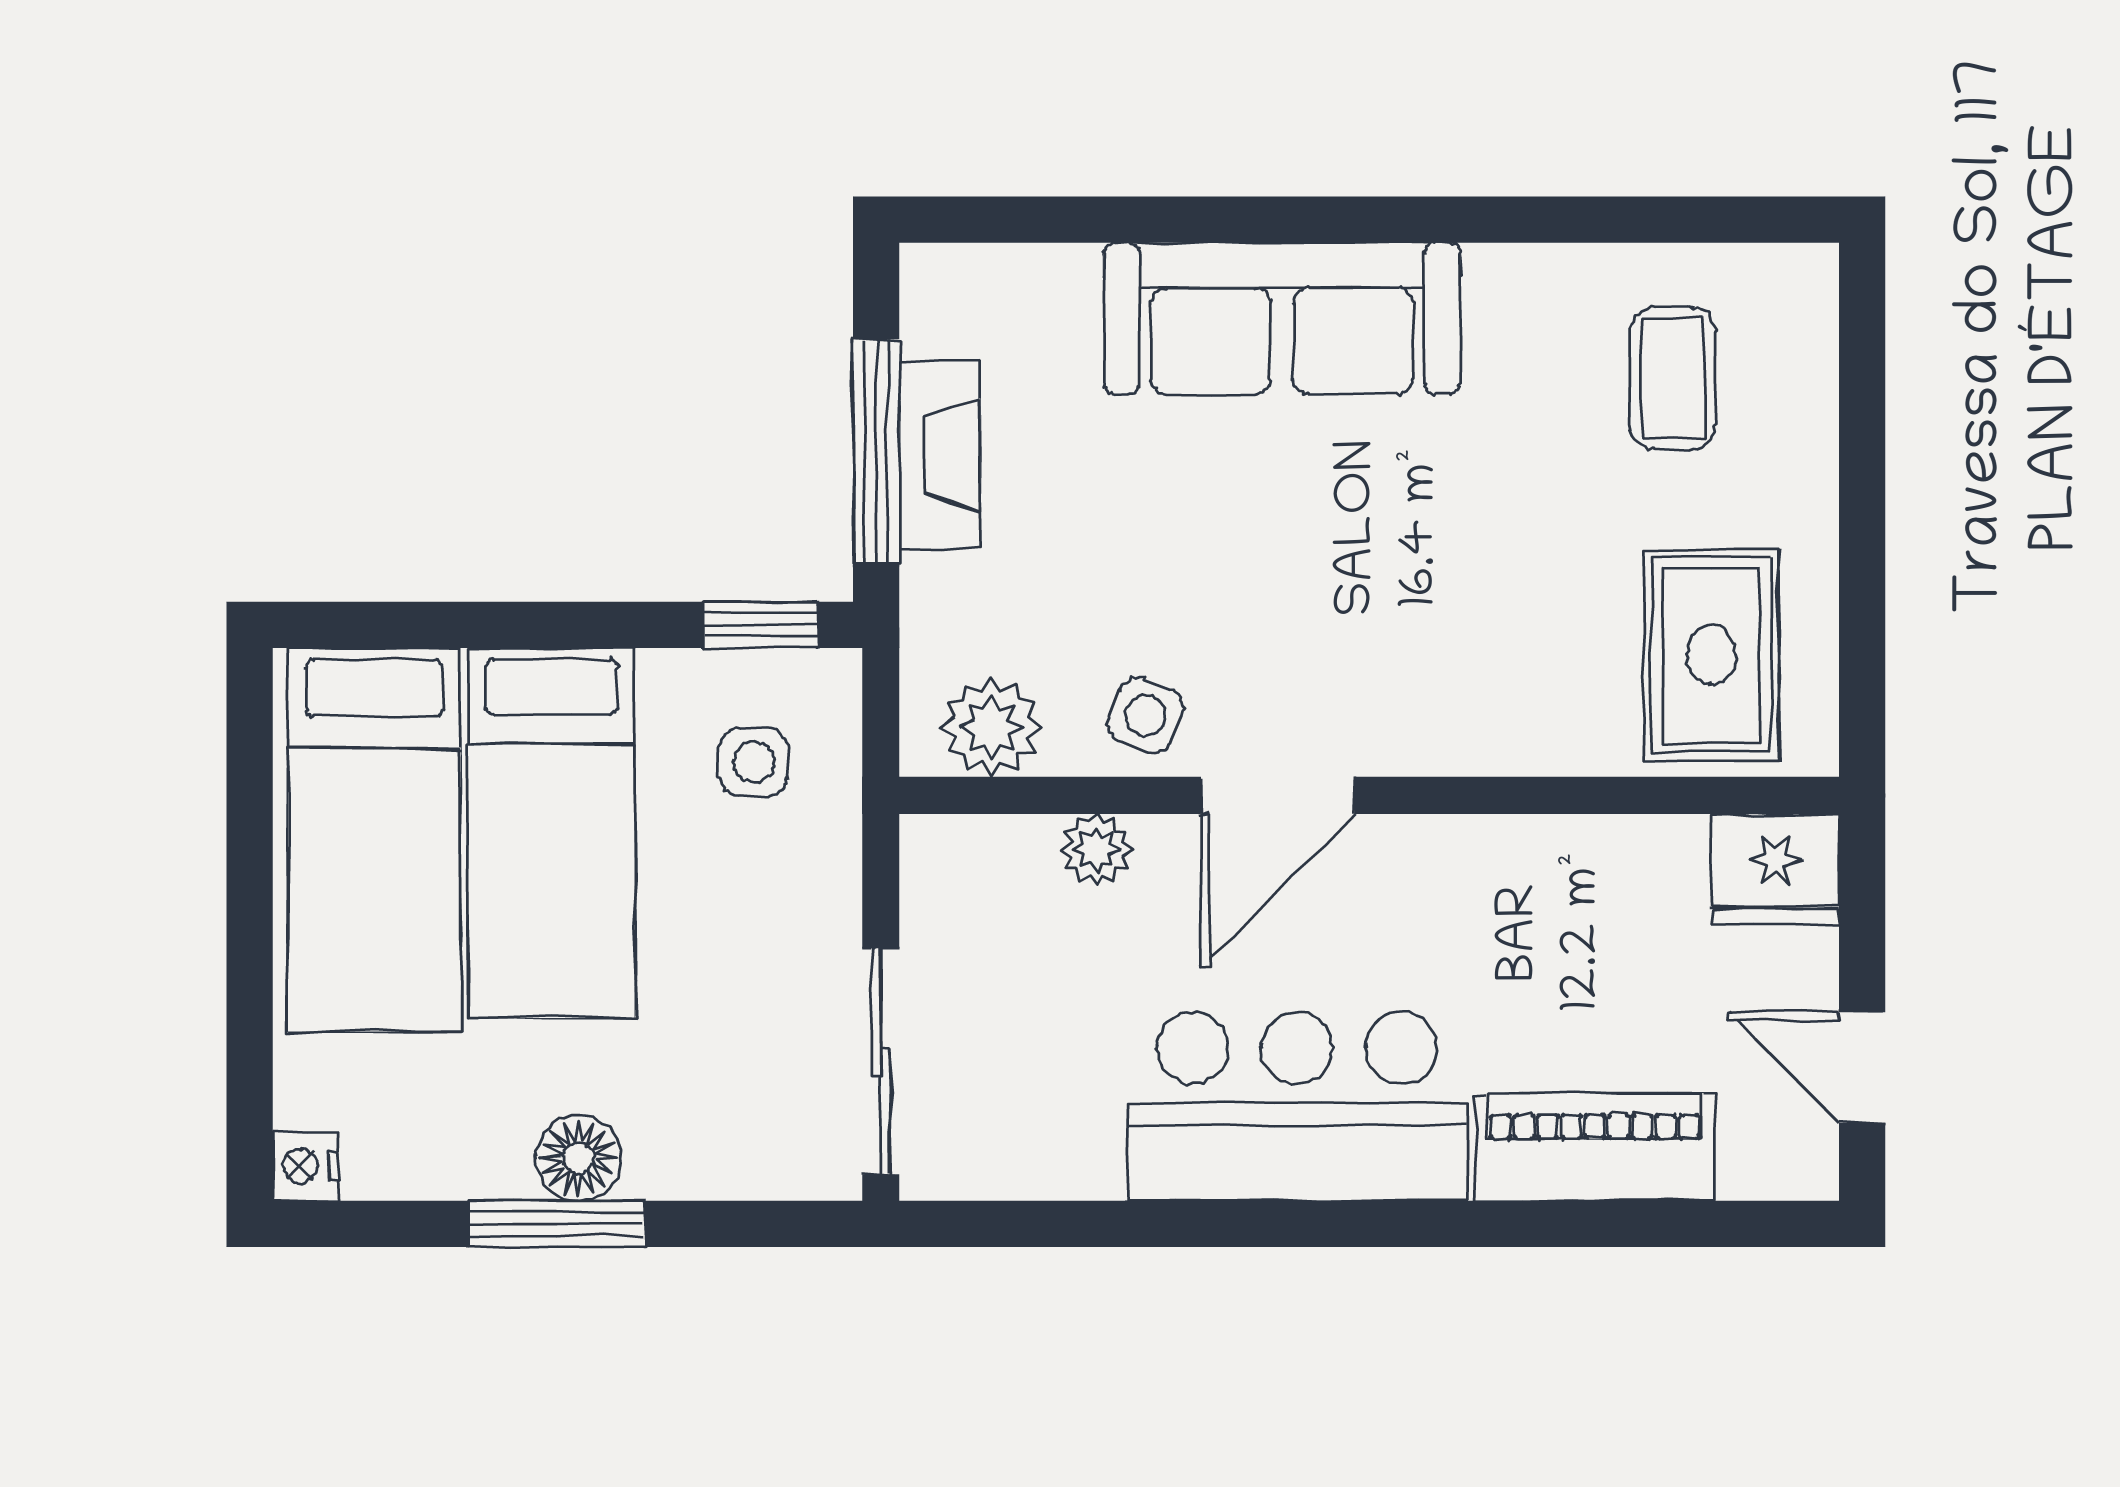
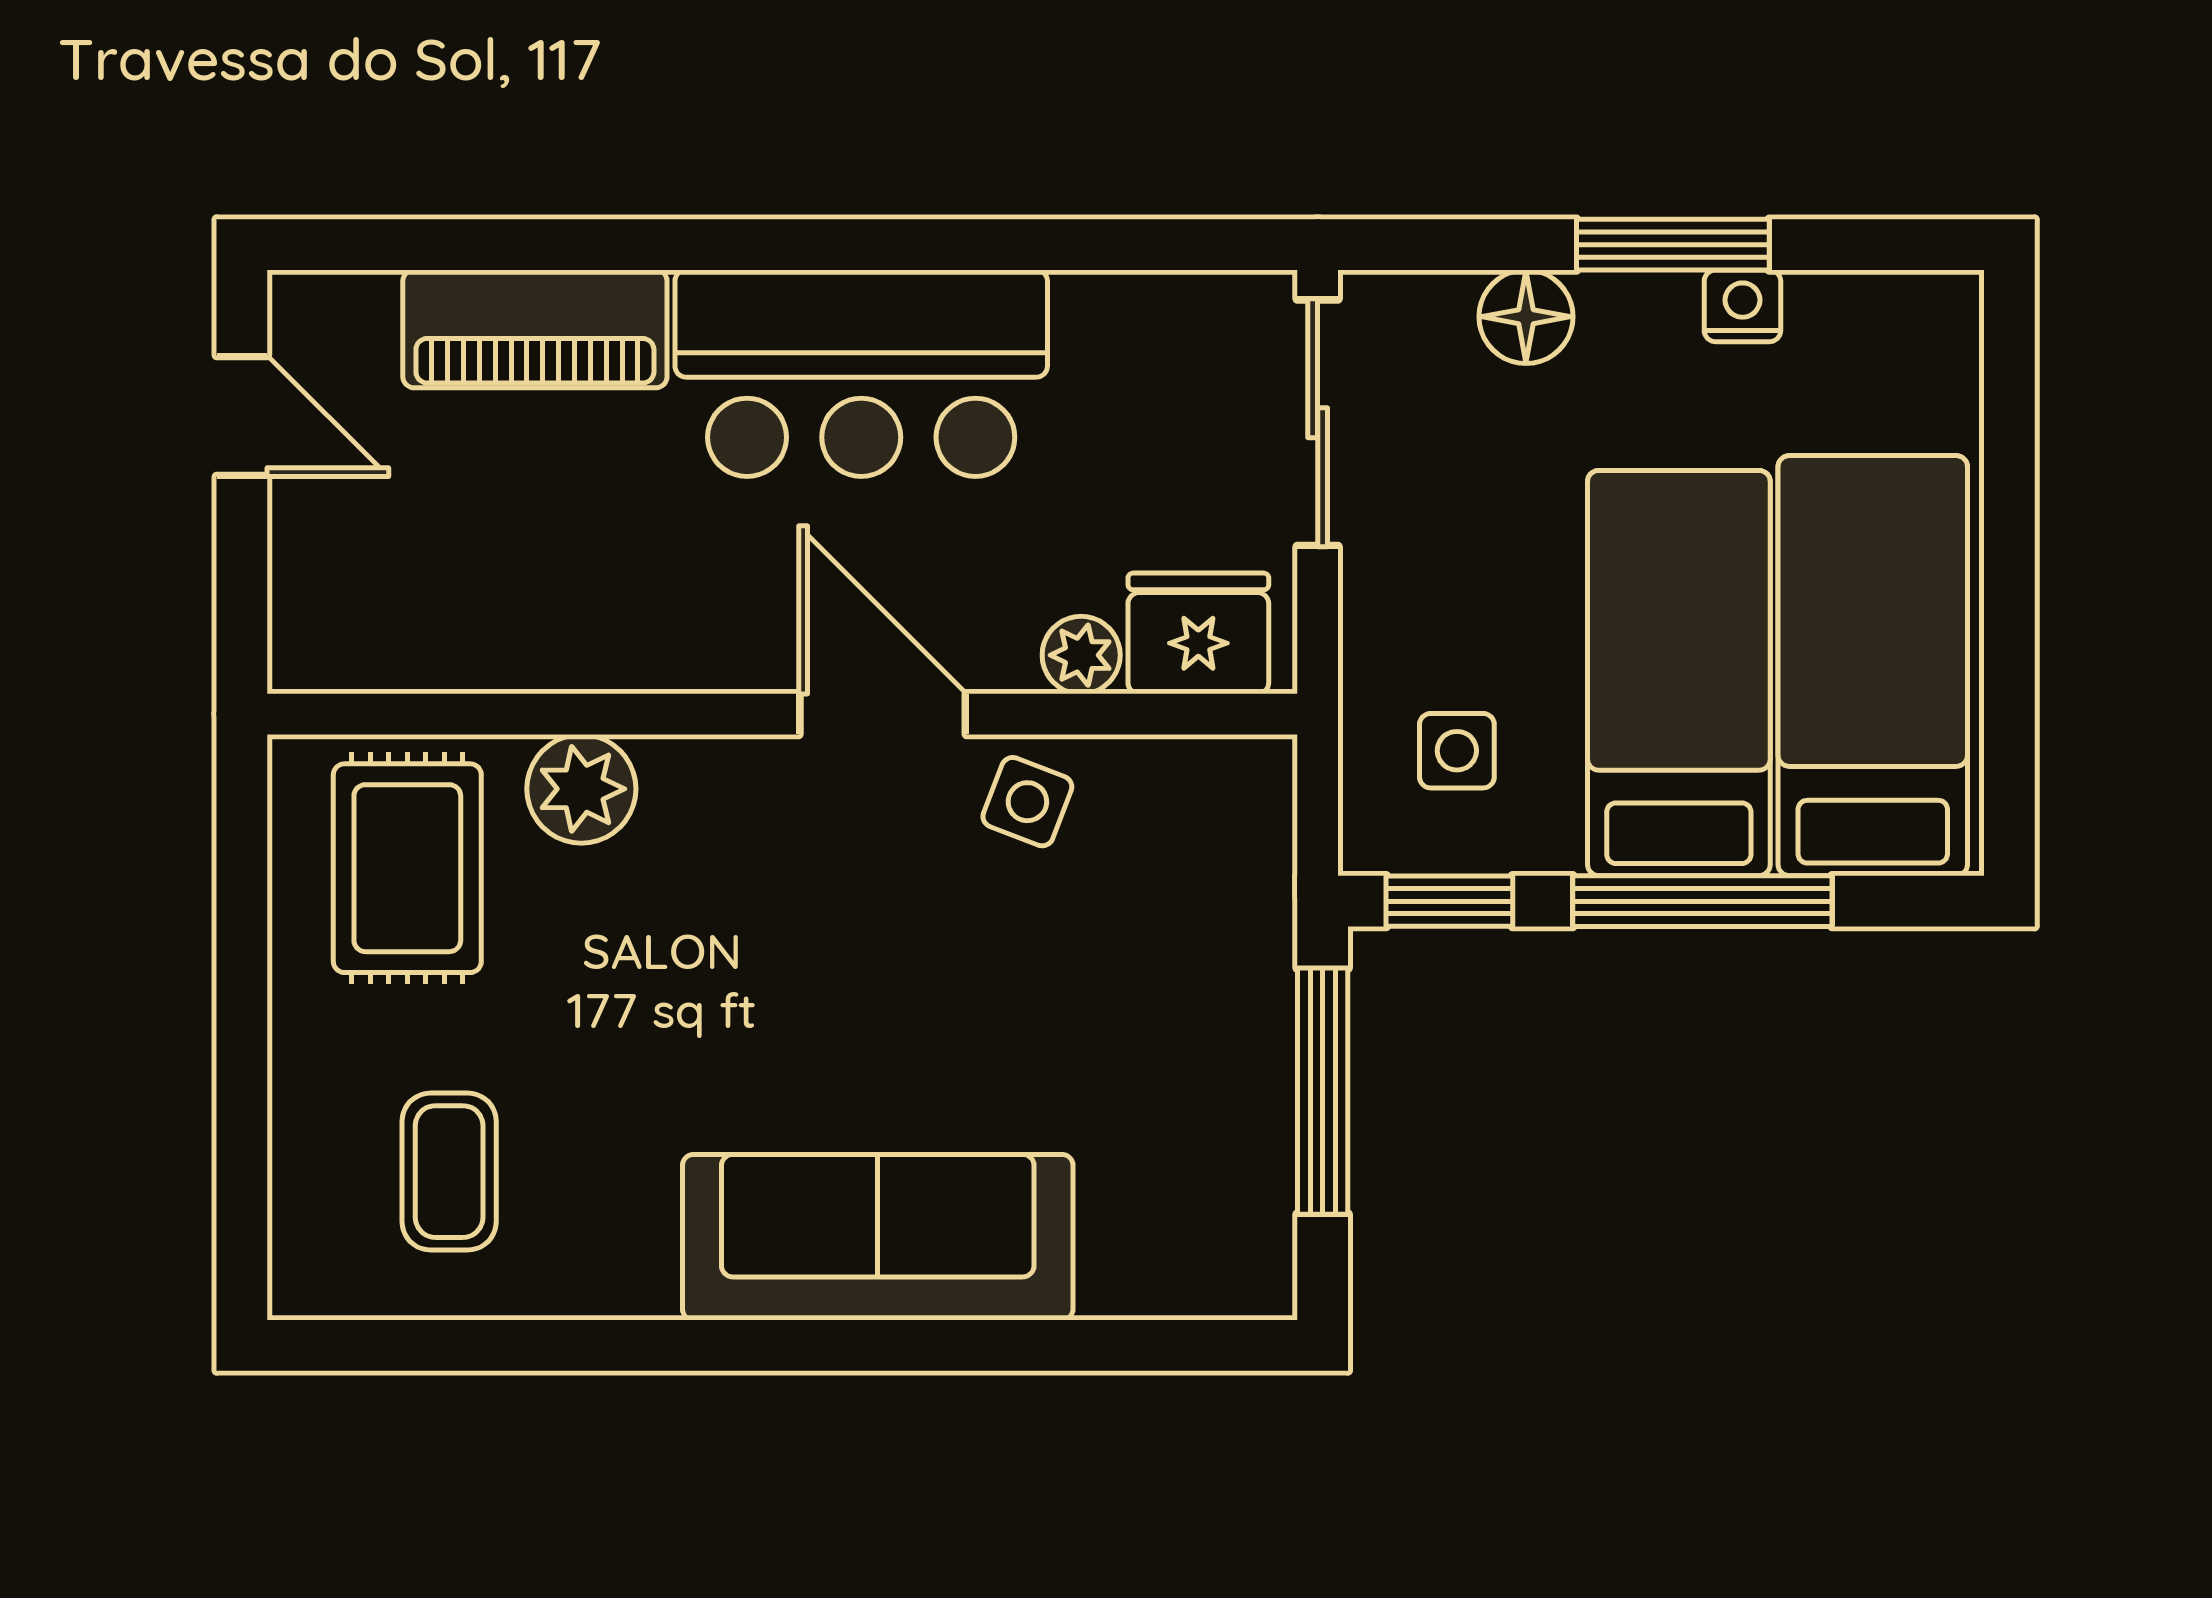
fireplace: (940, 455) -> (1253, 1087), removed
window: (530, 625) -> (1702, 901), added
plant: (991, 727) -> (581, 789), moved
door: (1278, 795) -> (883, 714), hinge flipped
fridge: (1775, 869) -> (1198, 633), moved
floor lamp: (578, 1158) -> (1526, 317), moved
nightstand: (306, 1166) -> (1742, 306), moved, turned -90

